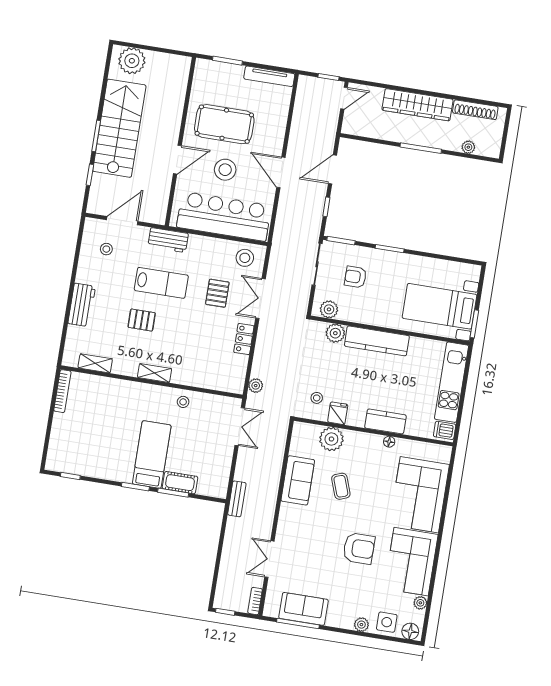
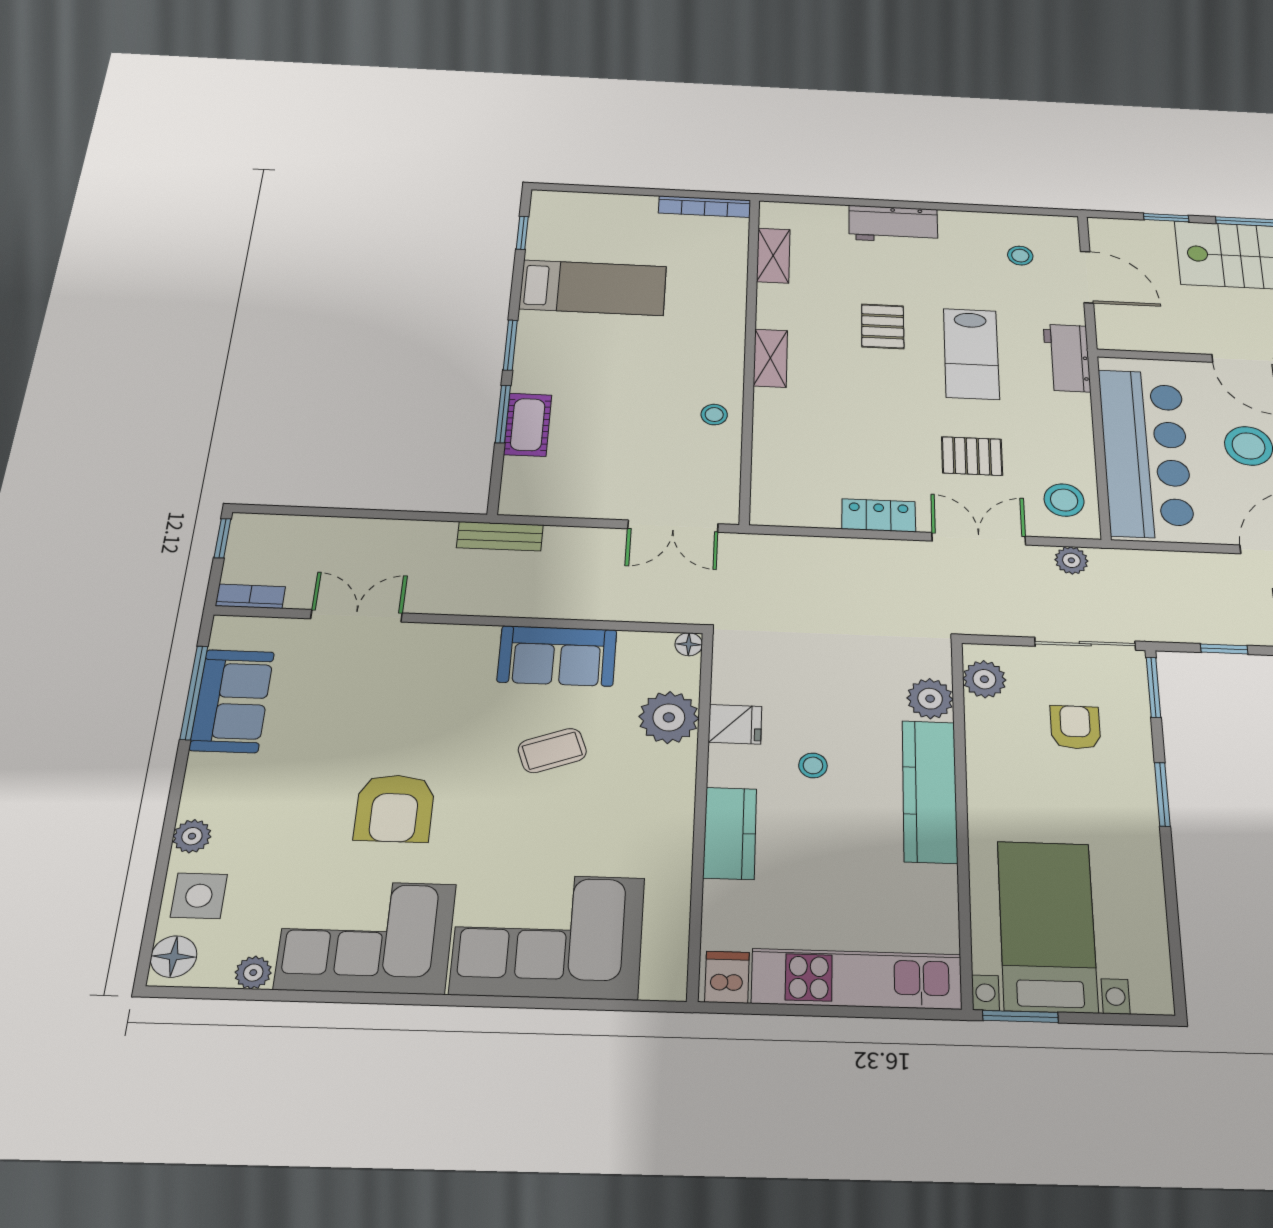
plant: (256, 386) -> (1071, 560), moved
stool: (317, 398) -> (813, 765), moved
floor lamp: (389, 442) -> (689, 644), moved
bed: (152, 455) -> (593, 288), moved

